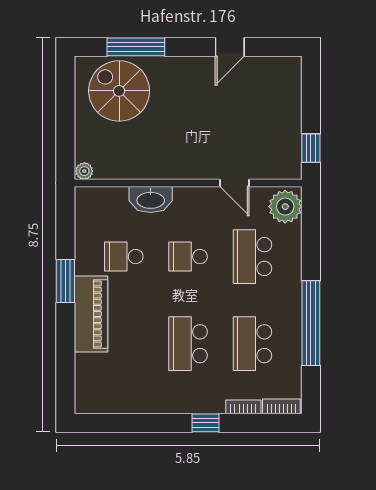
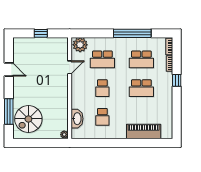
window: (311, 148) -> (41, 33), moved
washbasin: (151, 200) -> (77, 119), moved
window: (65, 281) -> (113, 143), removed
piano: (91, 314) -> (144, 132), moved

